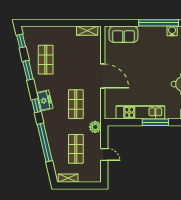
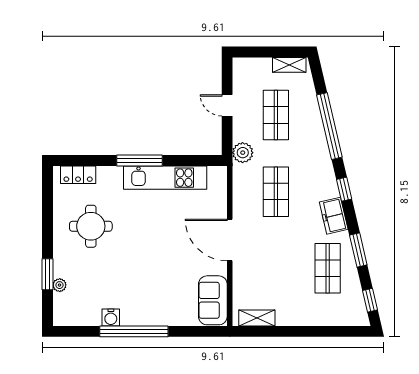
sofa: (123, 34) -> (213, 300), moved, turned -90
freezer: (45, 101) -> (334, 216), moved

